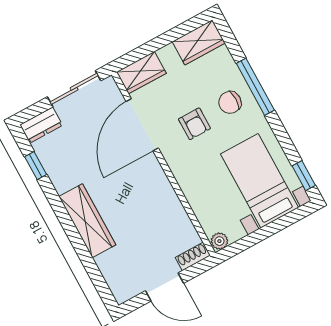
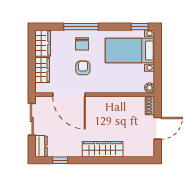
wardrobe: (141, 73) -> (42, 70), moved
armchair: (194, 124) -> (83, 68), turned -90

